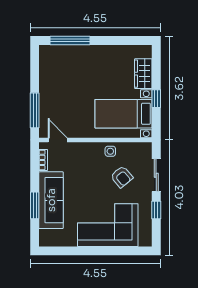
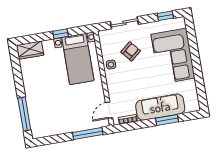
wardrobe: (143, 74) -> (30, 50), moved
window: (156, 210) -> (165, 16), moved

